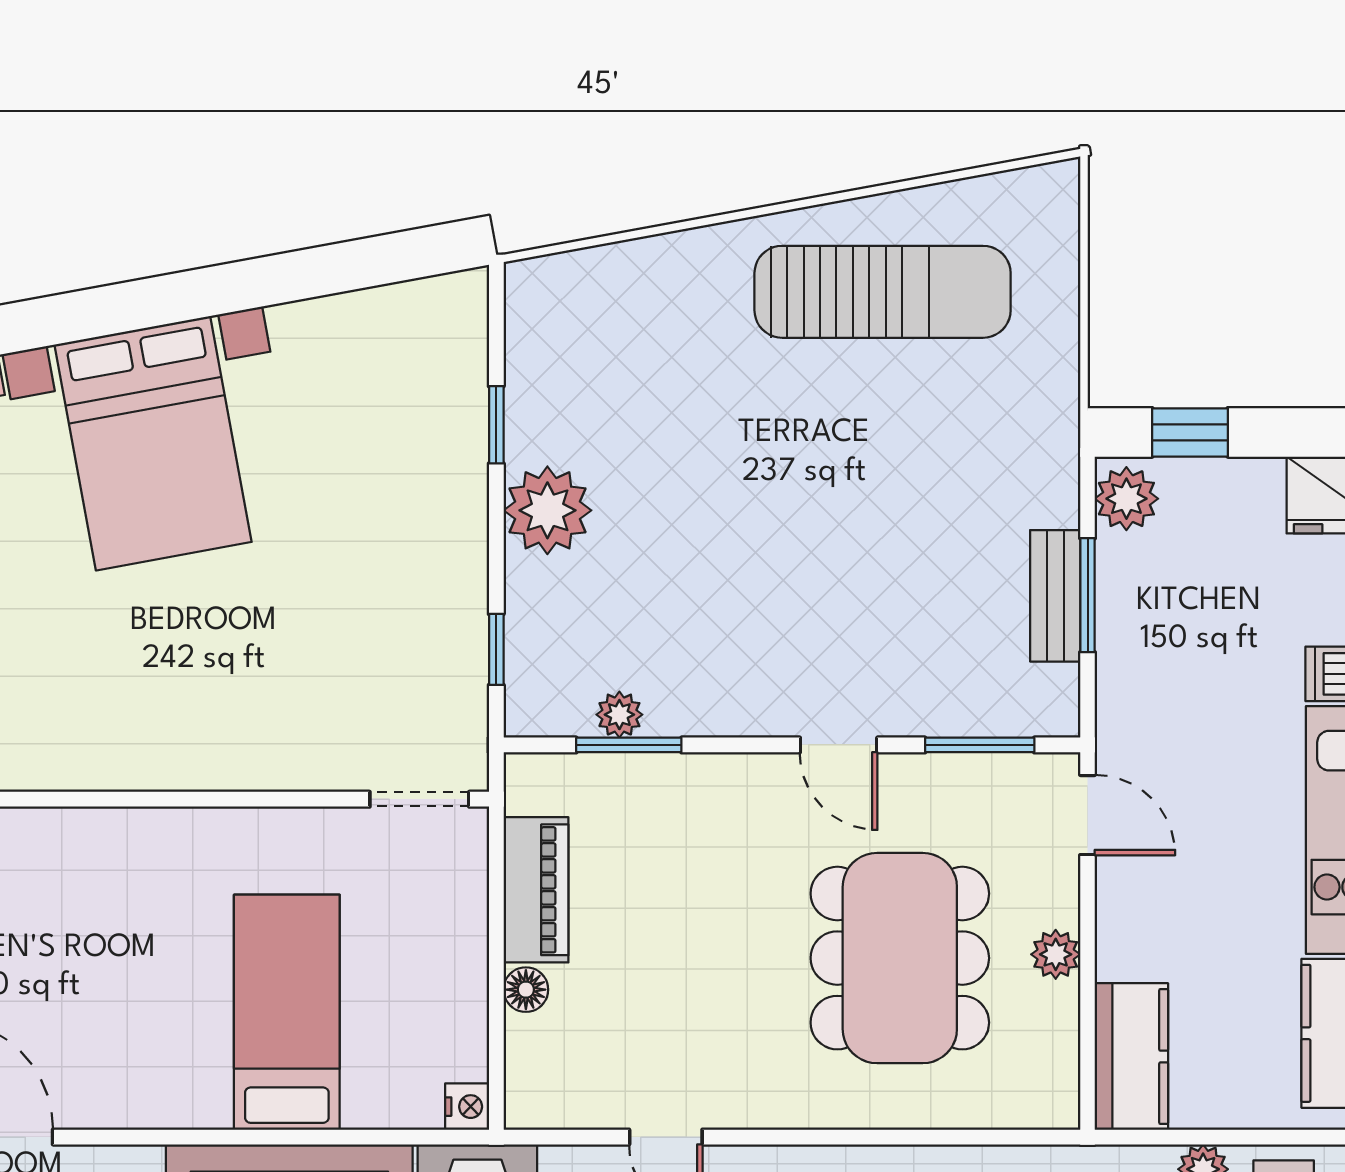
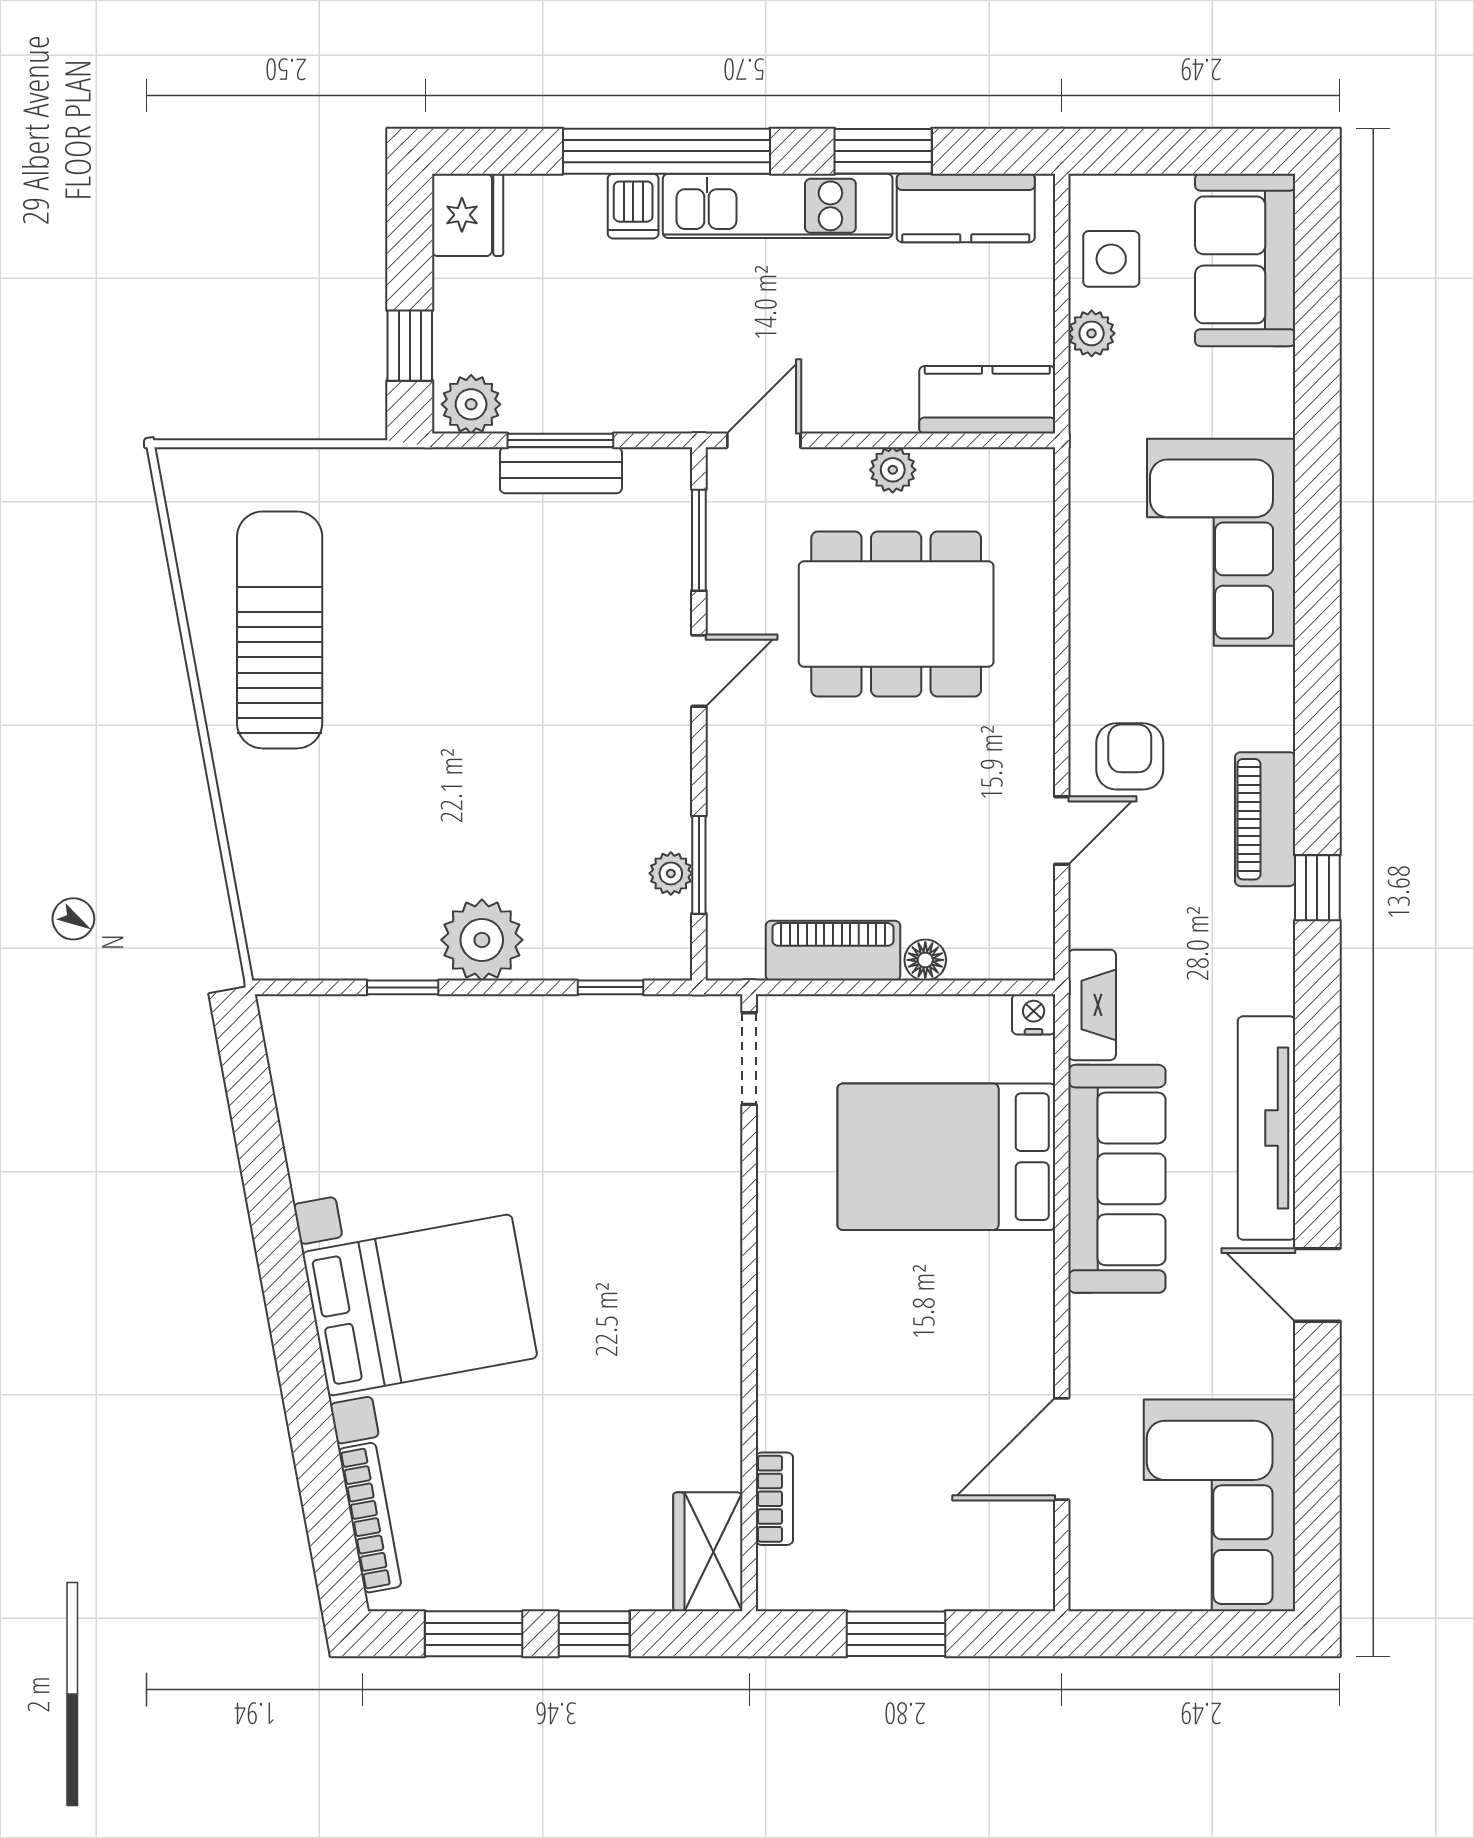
bed: (287, 1012) -> (946, 1157), width x1.50

